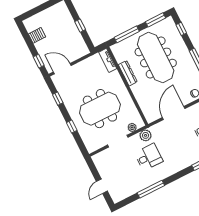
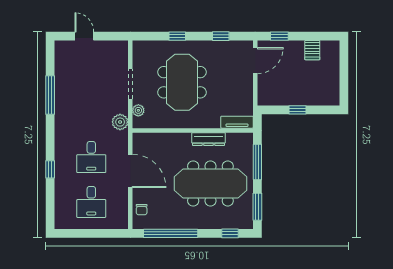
desk: (149, 157) -> (91, 157), moved

